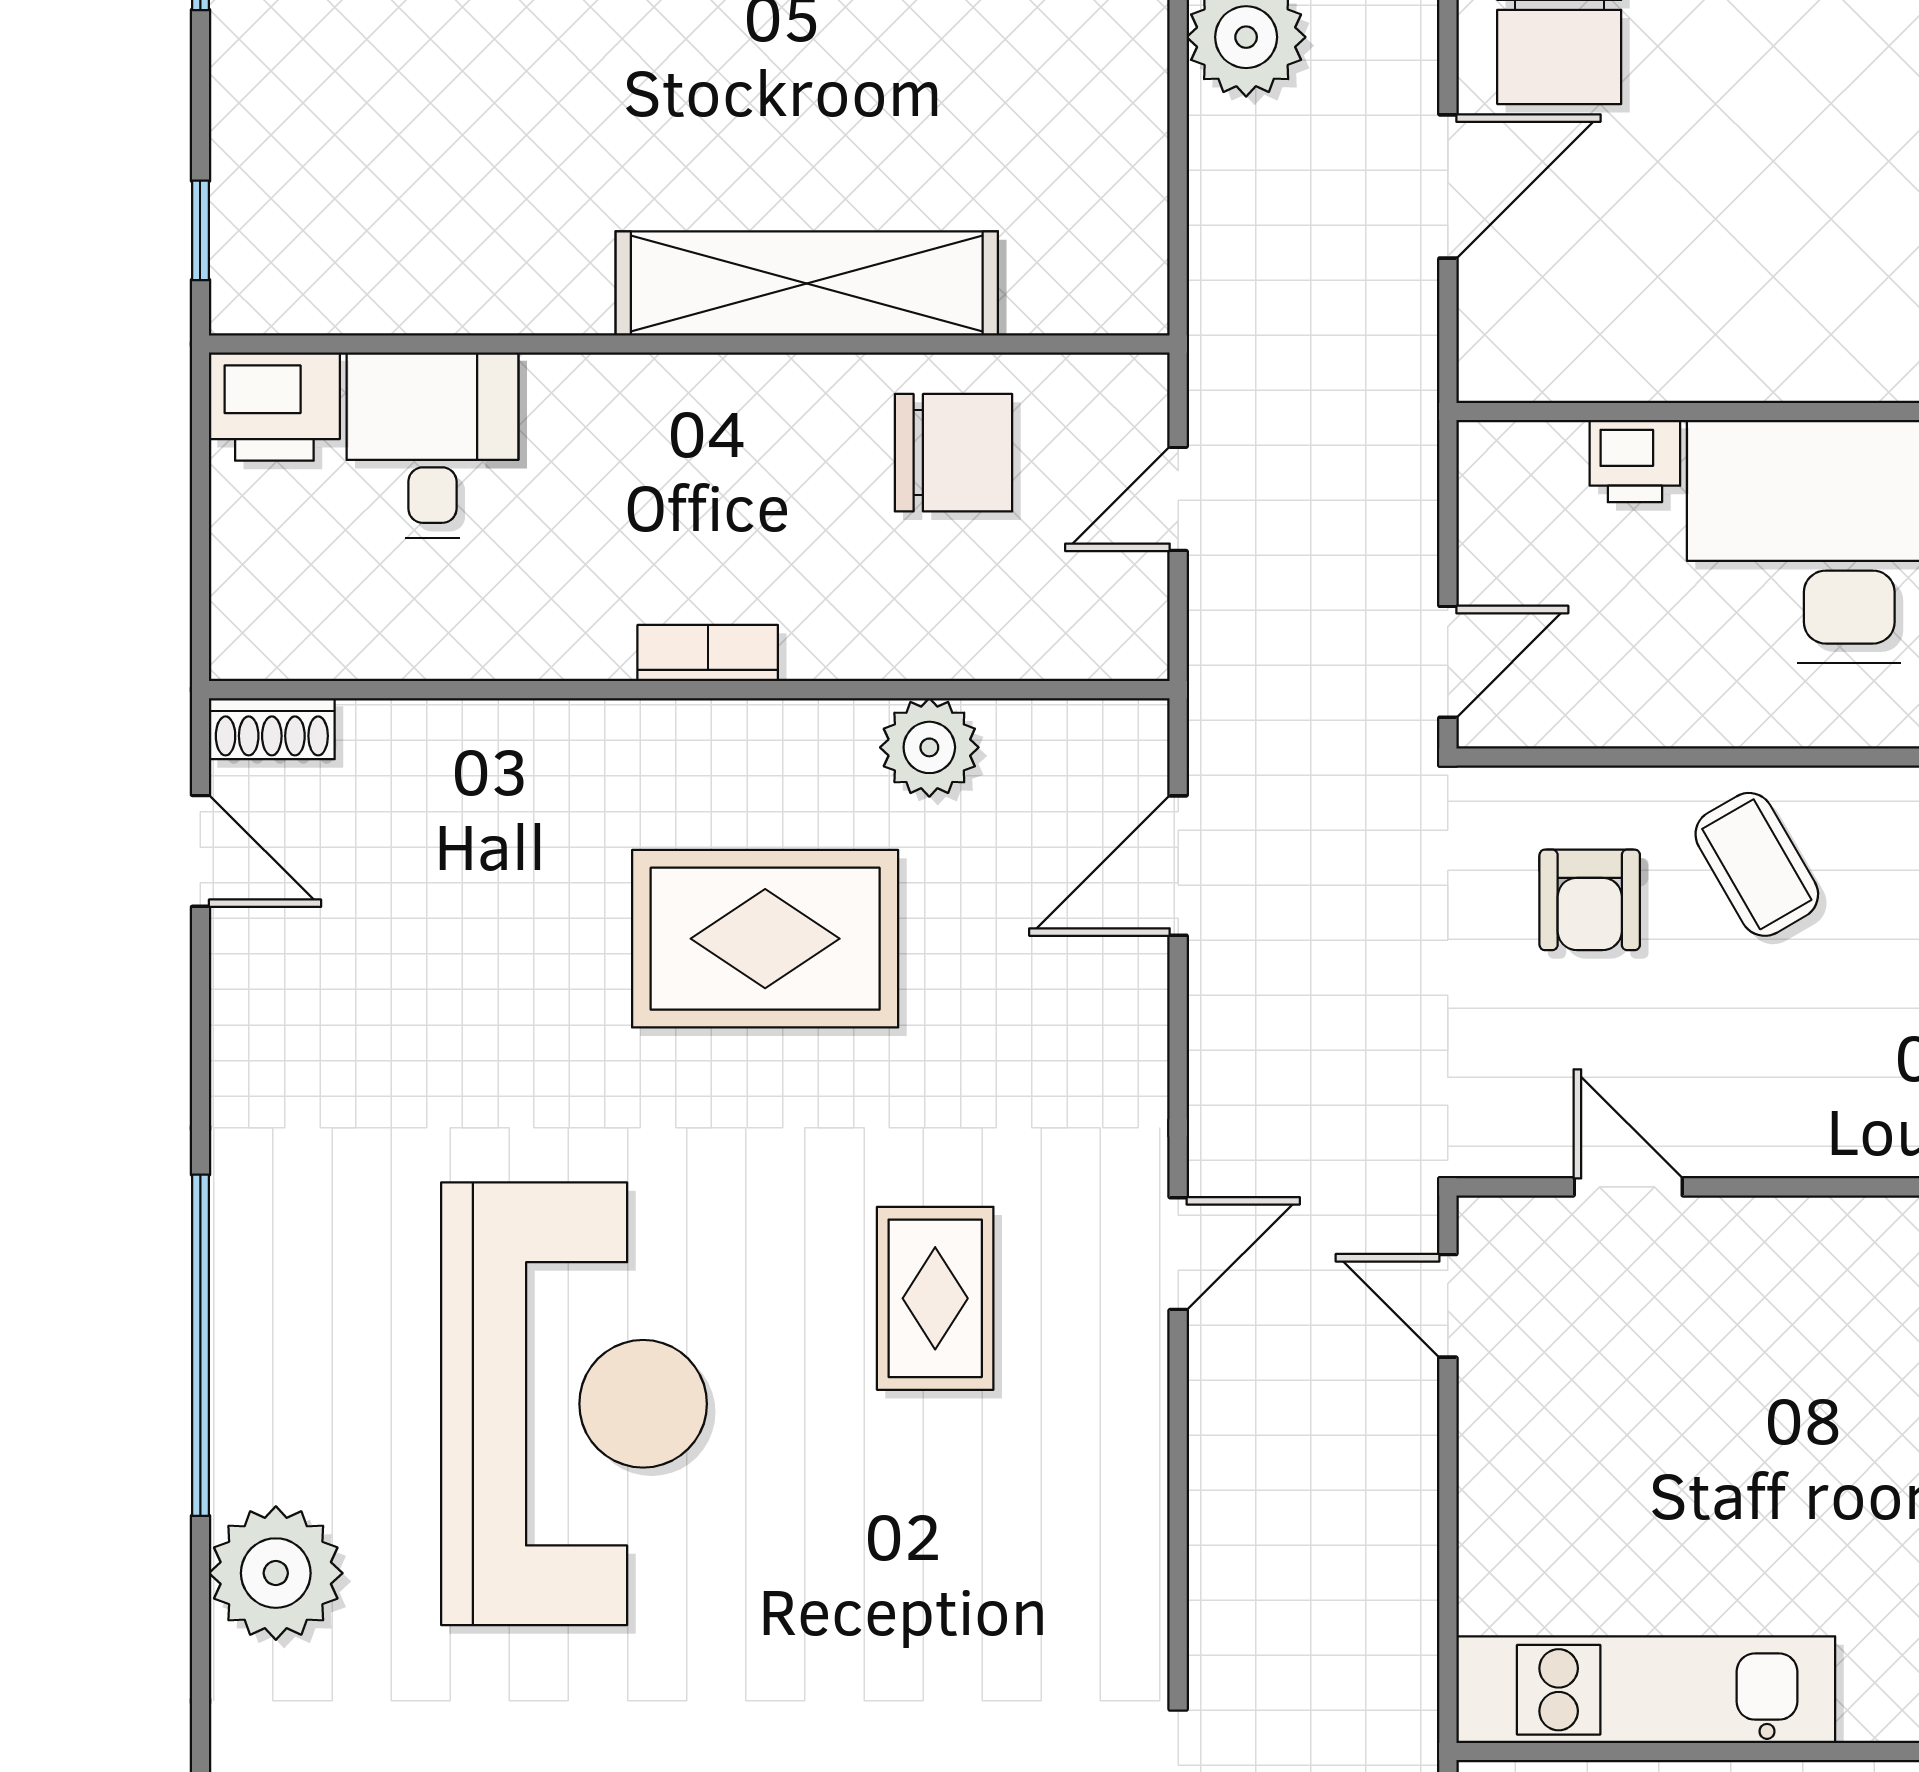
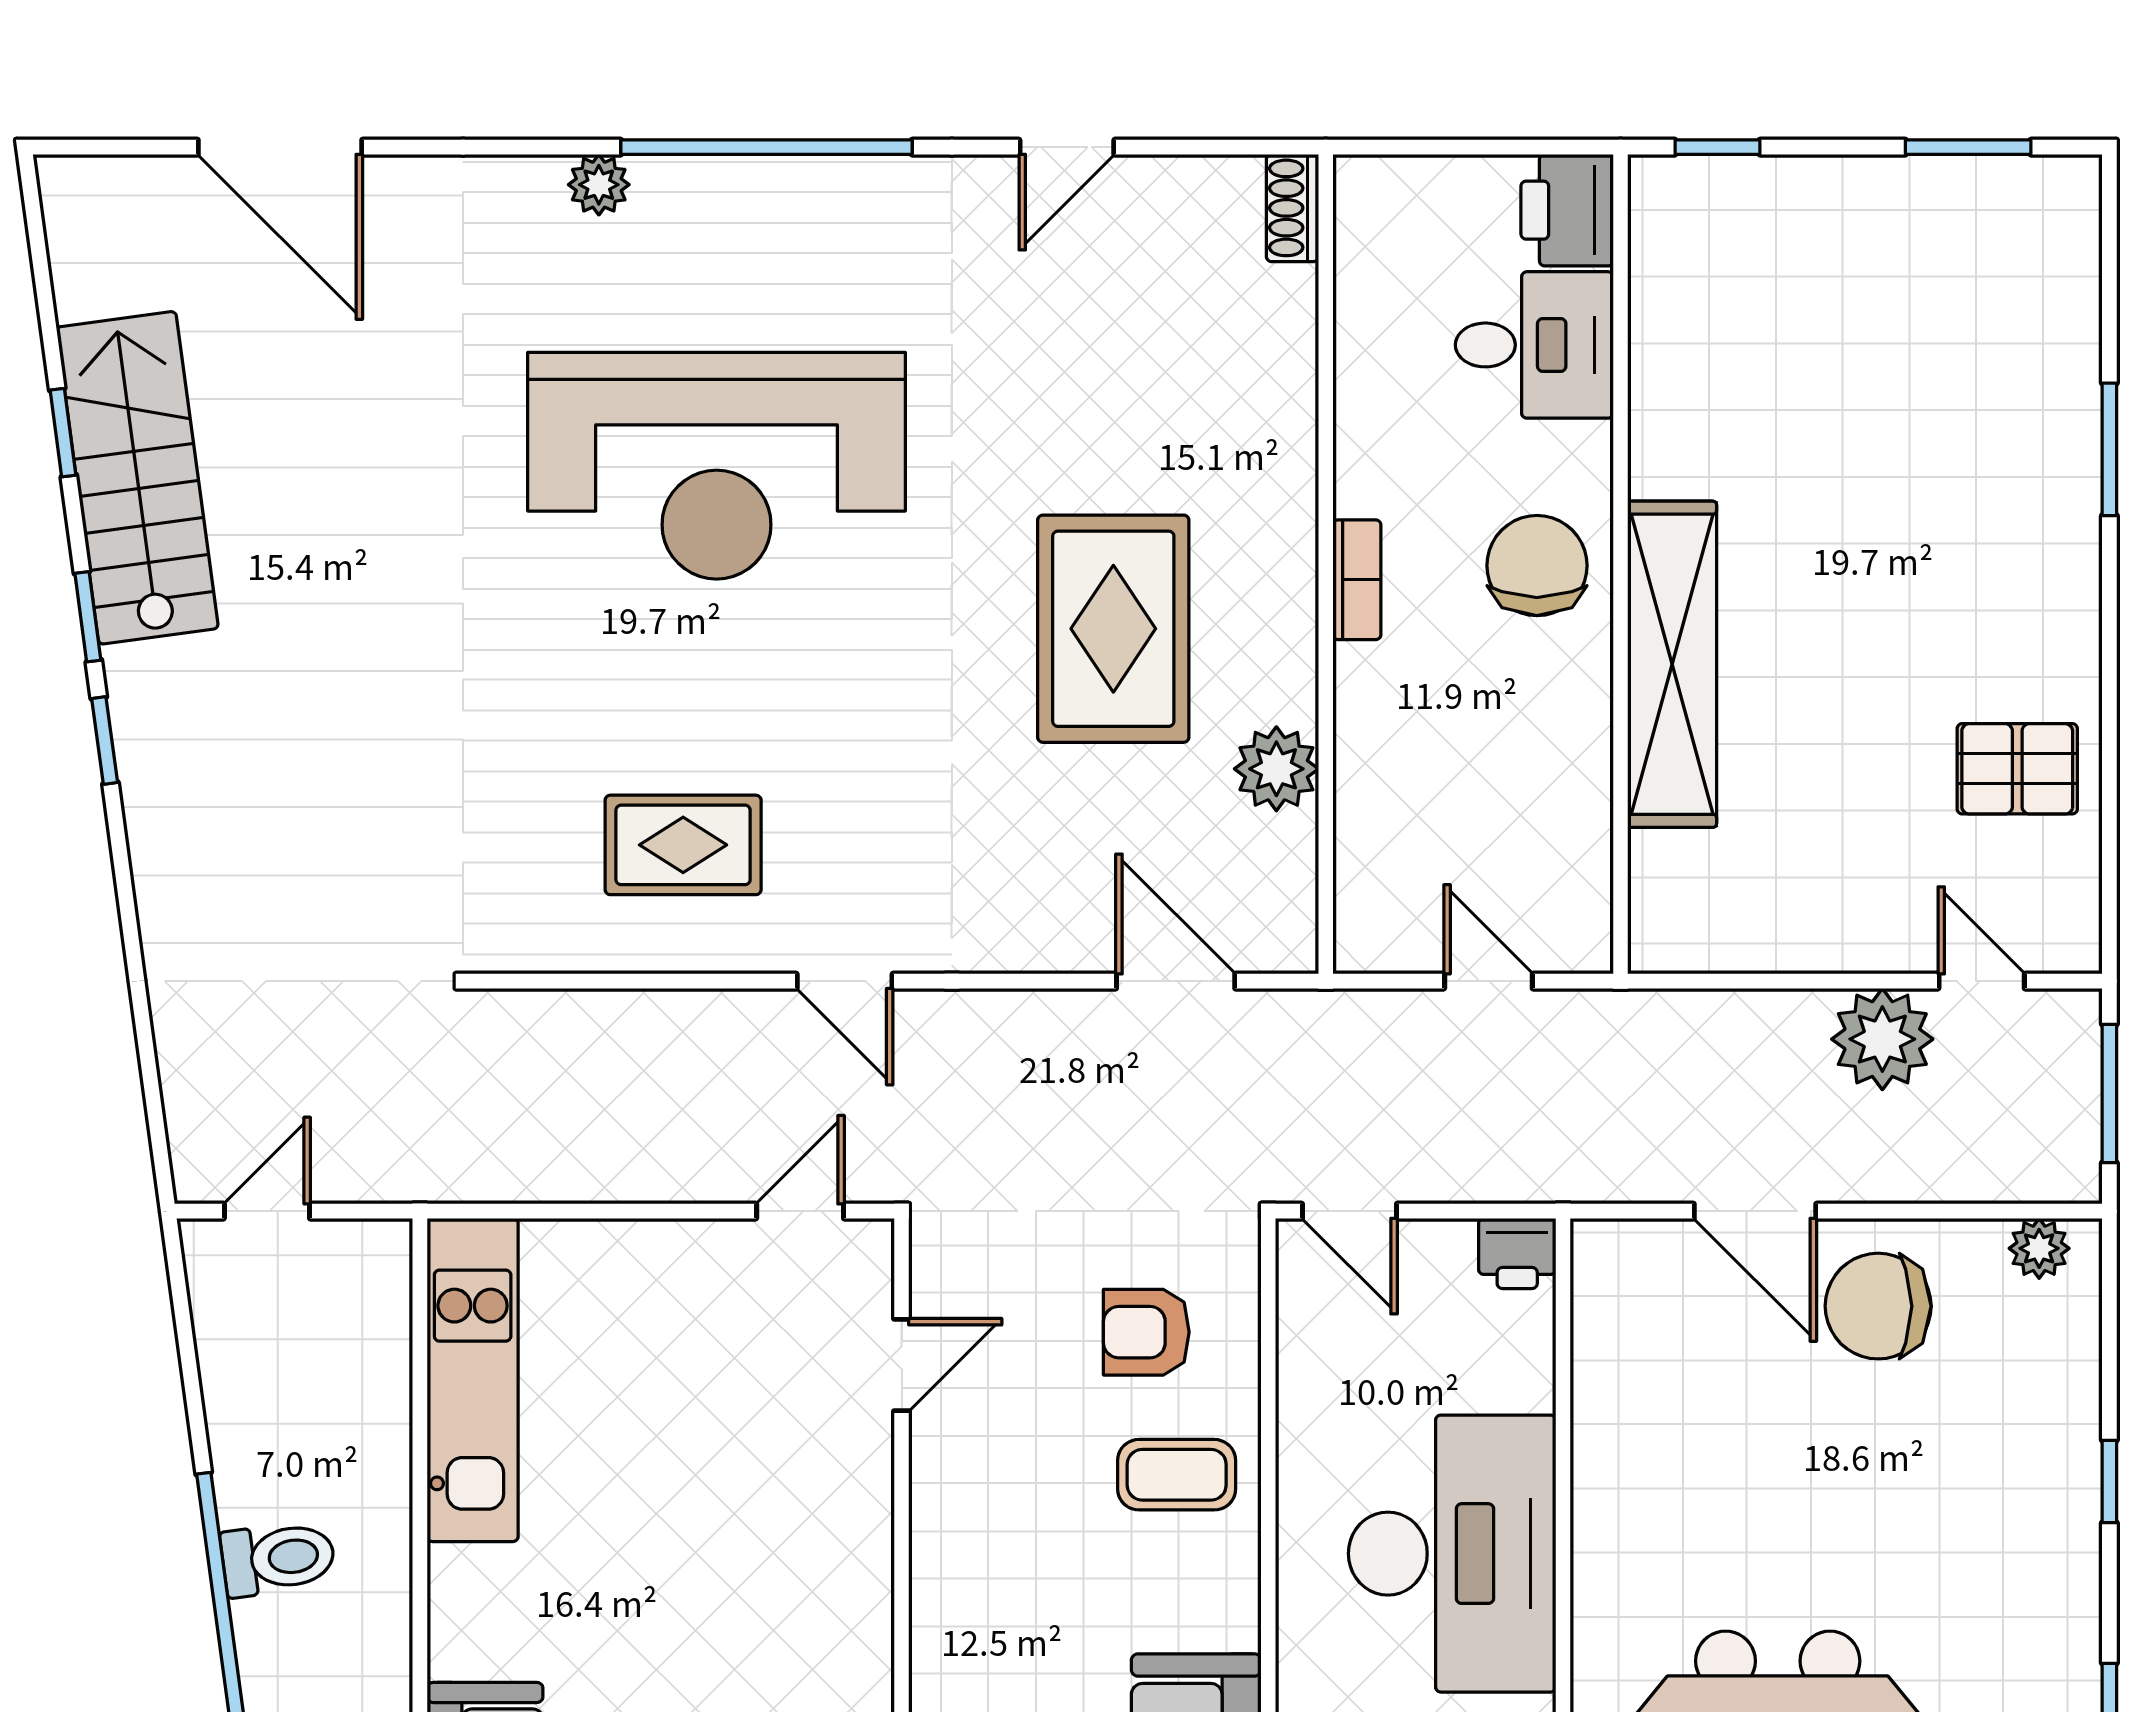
chair: (954, 453) -> (1537, 566), moved, turned 180
printer: (1635, 461) -> (1517, 1253), moved, turned -90
door: (200, 851) -> (1067, 147), moved
coffee table: (1757, 864) -> (1177, 1475), turned 30
rug: (935, 1298) -> (683, 845), moved
plant: (276, 1573) -> (599, 185), width x0.53, depth x0.53

